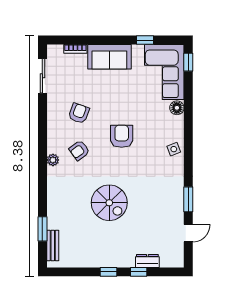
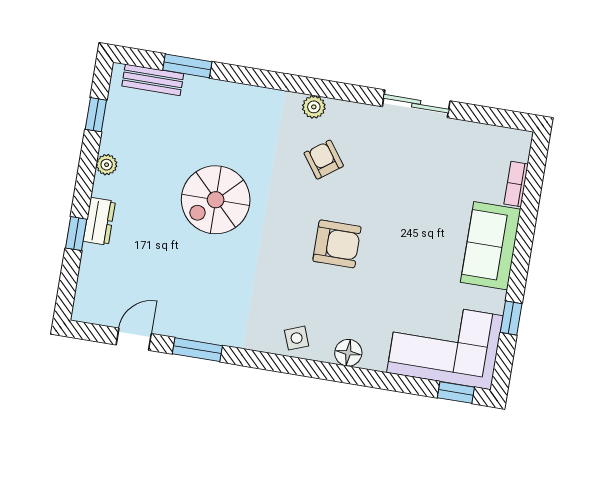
sliding door: (42, 76) -> (416, 104), moved
floor lamp: (177, 108) -> (348, 353), moved
armchair: (79, 113) -> (394, 170), removed
door: (188, 233) -> (134, 339), swing flipped
dresser: (147, 261) -> (99, 221), moved
plant: (100, 262) -> (107, 165), added
window: (109, 272) -> (96, 115), moved

